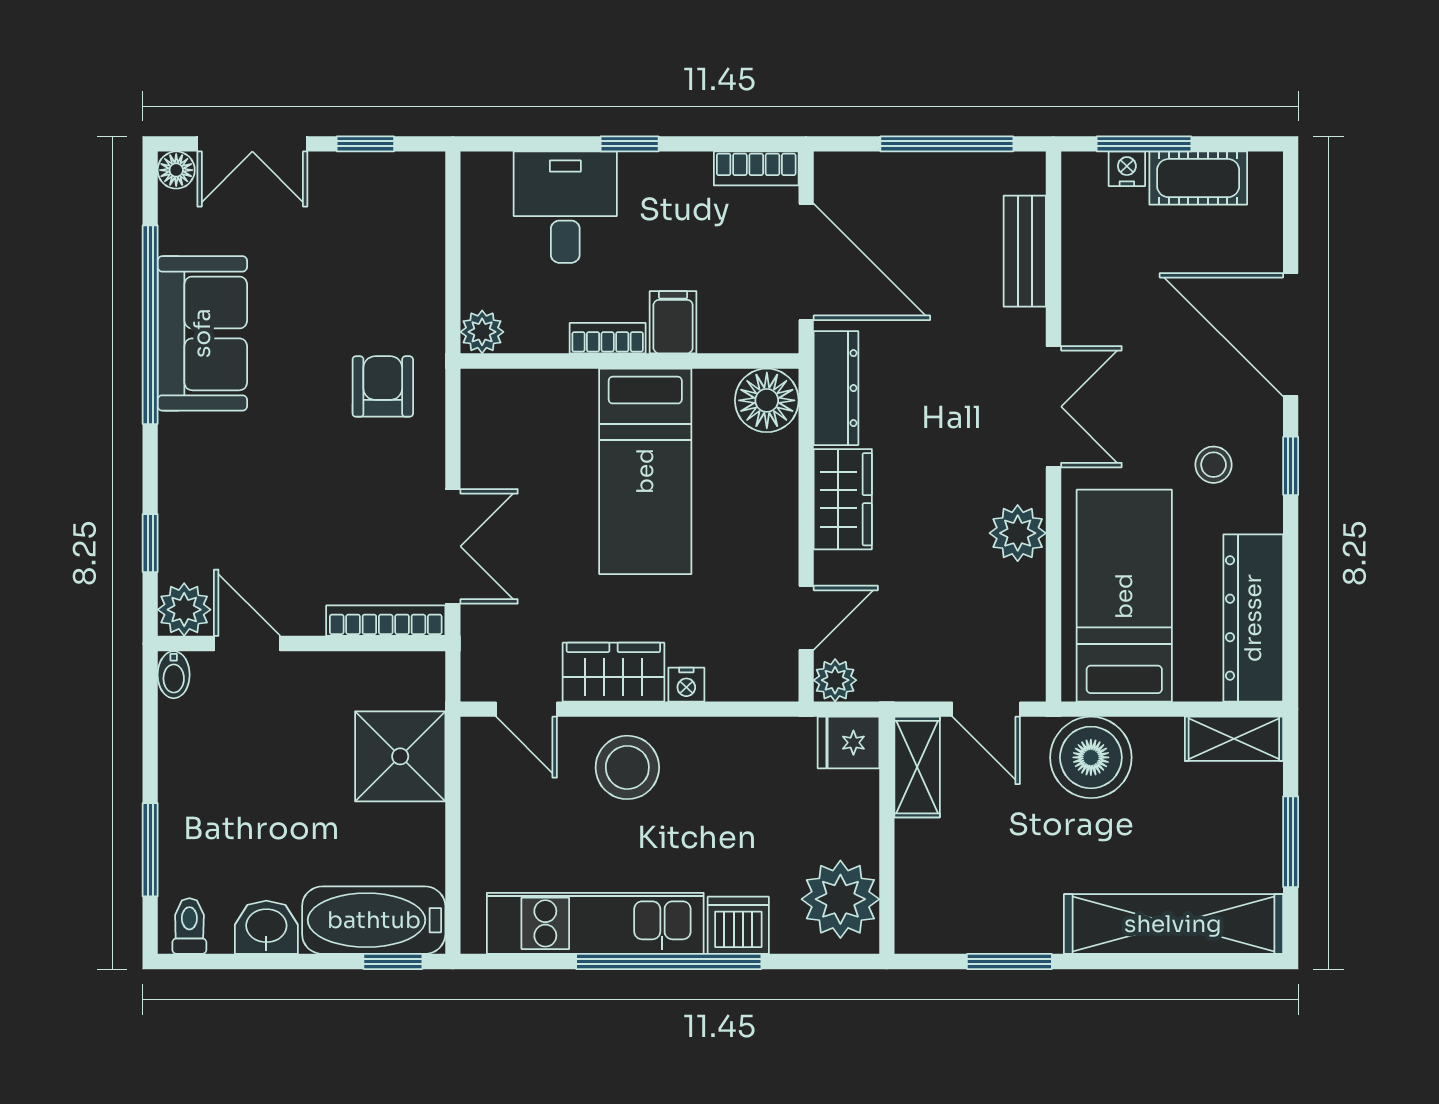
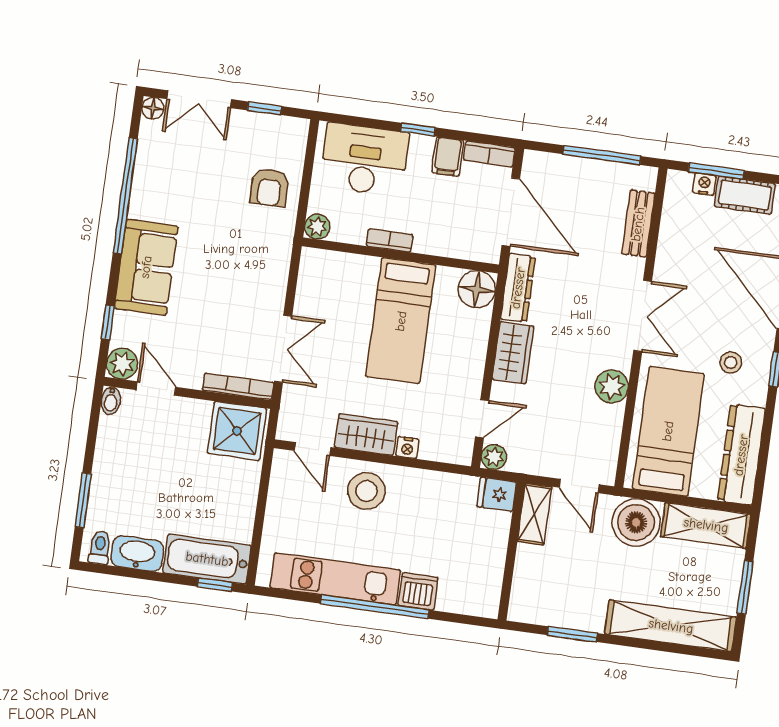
desk: (565, 207) -> (364, 160), width x1.37
filing cabinet: (673, 322) -> (448, 157), moved, turned 180
sofa: (202, 333) -> (146, 267), moved
armchair: (383, 386) -> (269, 187), moved, turned 180
shelving: (1234, 739) -> (706, 525), width x1.50, depth x1.33
shower: (400, 756) -> (237, 431), moved
plant: (840, 899) -> (479, 584), removed
washbasin: (266, 927) -> (137, 554), width x1.38

